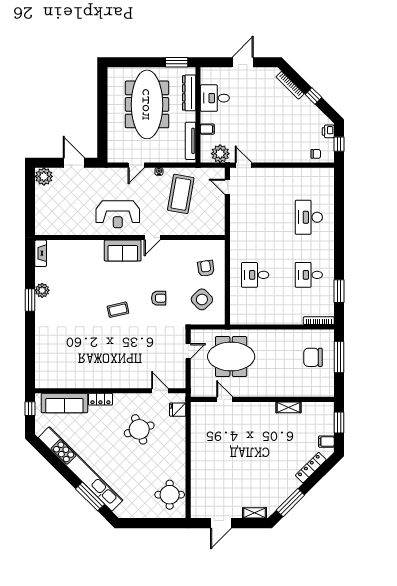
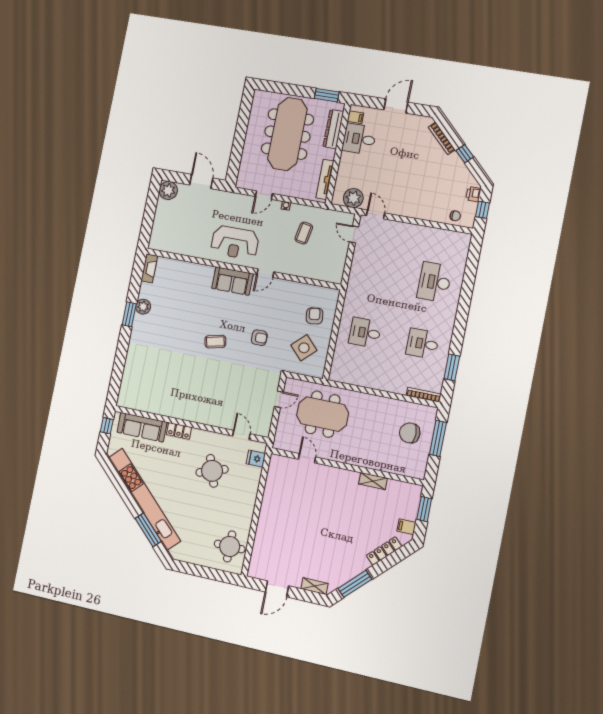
filing cabinet: (207, 129) -> (355, 117), moved
coffee table: (181, 194) -> (304, 233), width x0.54, depth x0.58

